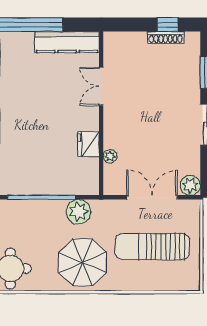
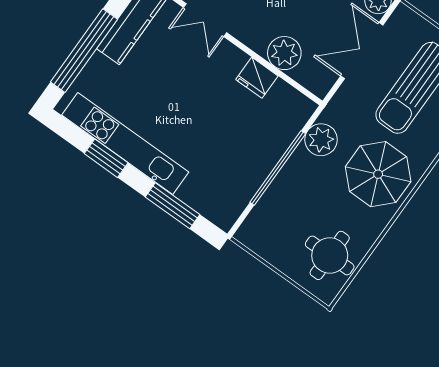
plant: (110, 156) -> (284, 53), width x1.88, depth x1.88

